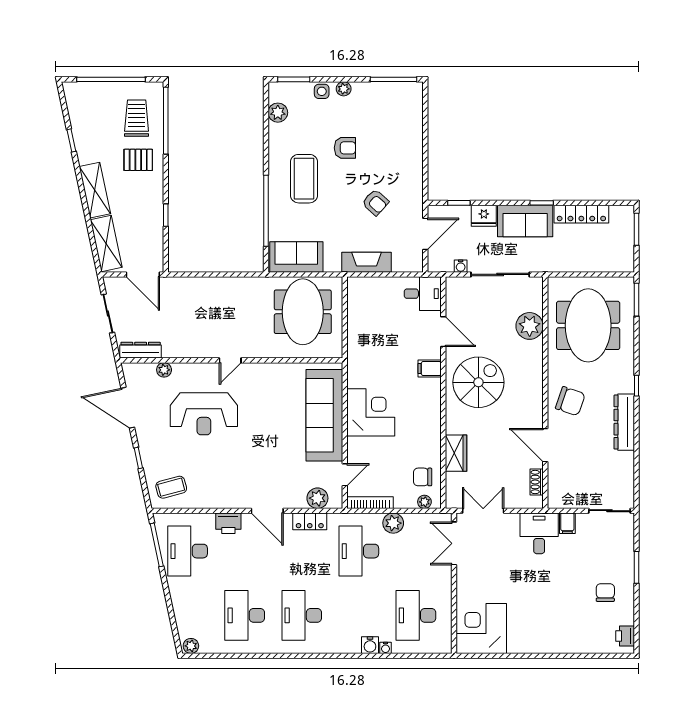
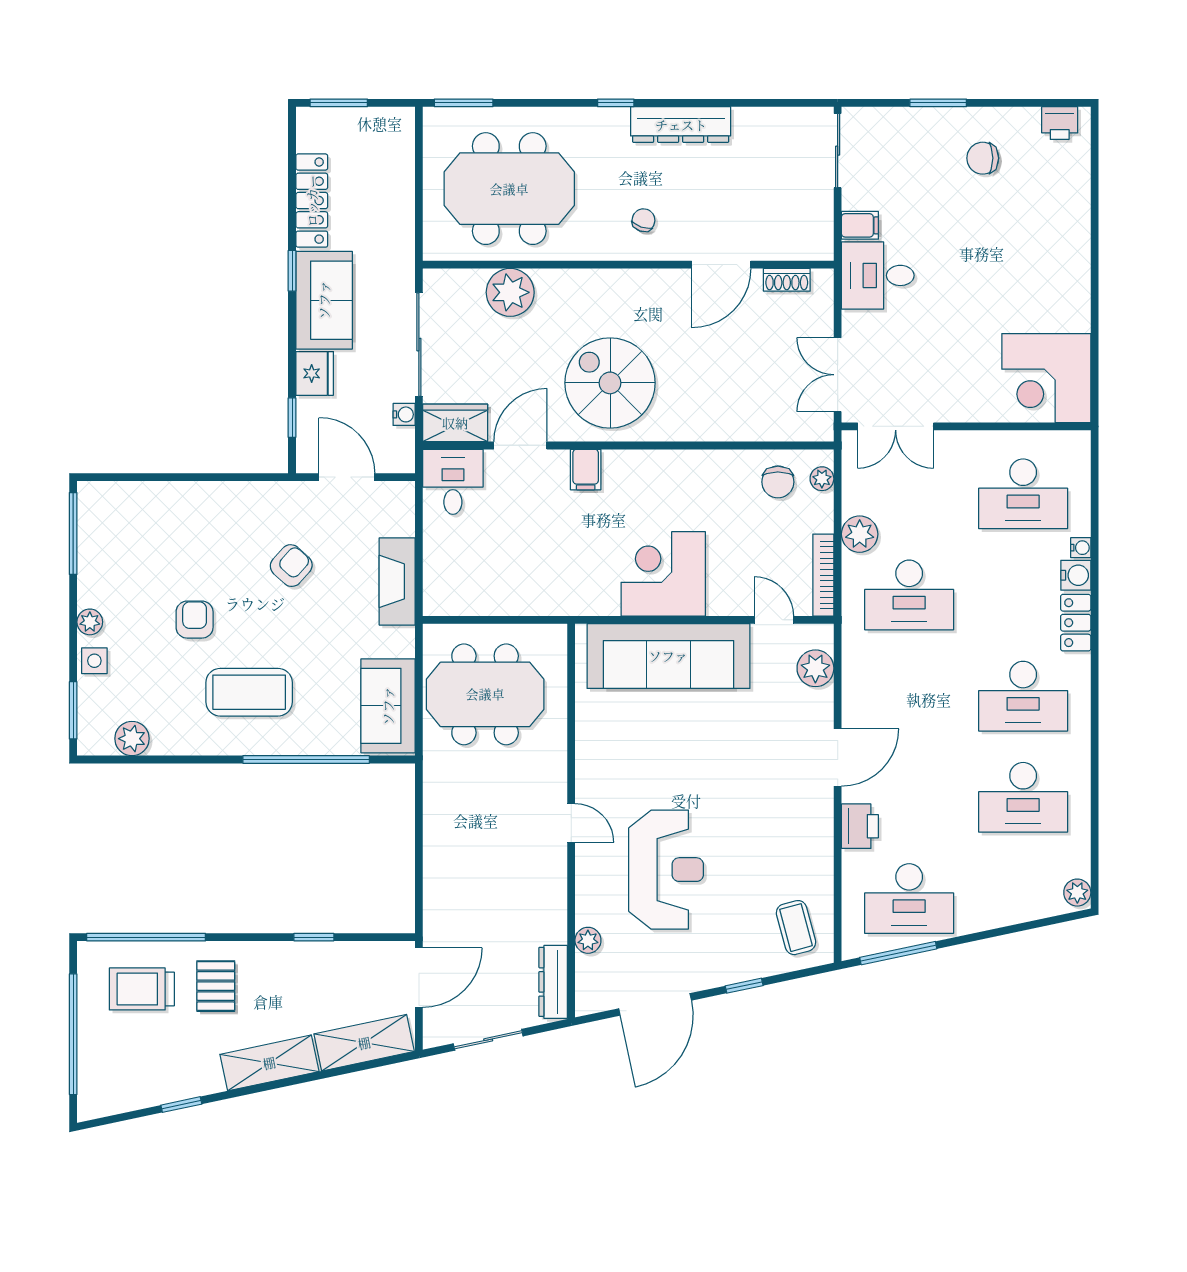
chair: (570, 401) -> (644, 220), width x0.54, depth x0.54
wardrobe: (456, 453) -> (455, 423), moved
locker: (310, 521) -> (1076, 623), moved, turned 180

